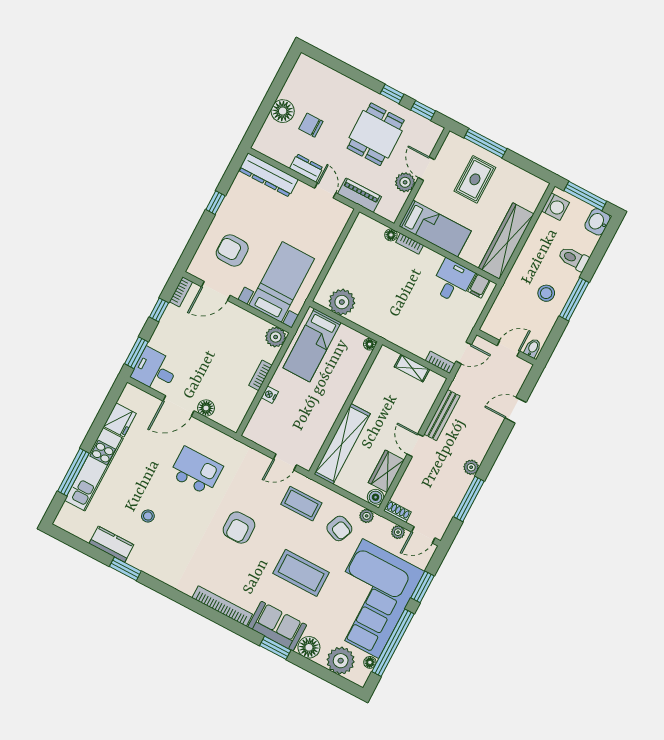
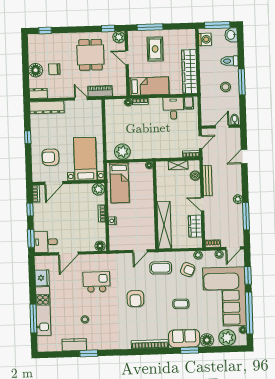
window: (392, 94) -> (45, 30), moved
dresser: (306, 168) -> (38, 93), moved
plant: (405, 182) -> (119, 37), moved
floor lamp: (206, 408) -> (100, 246), moved
boiler: (376, 497) -> (195, 176), moved
coffee table: (301, 573) -> (181, 304), width x0.54, depth x0.58

